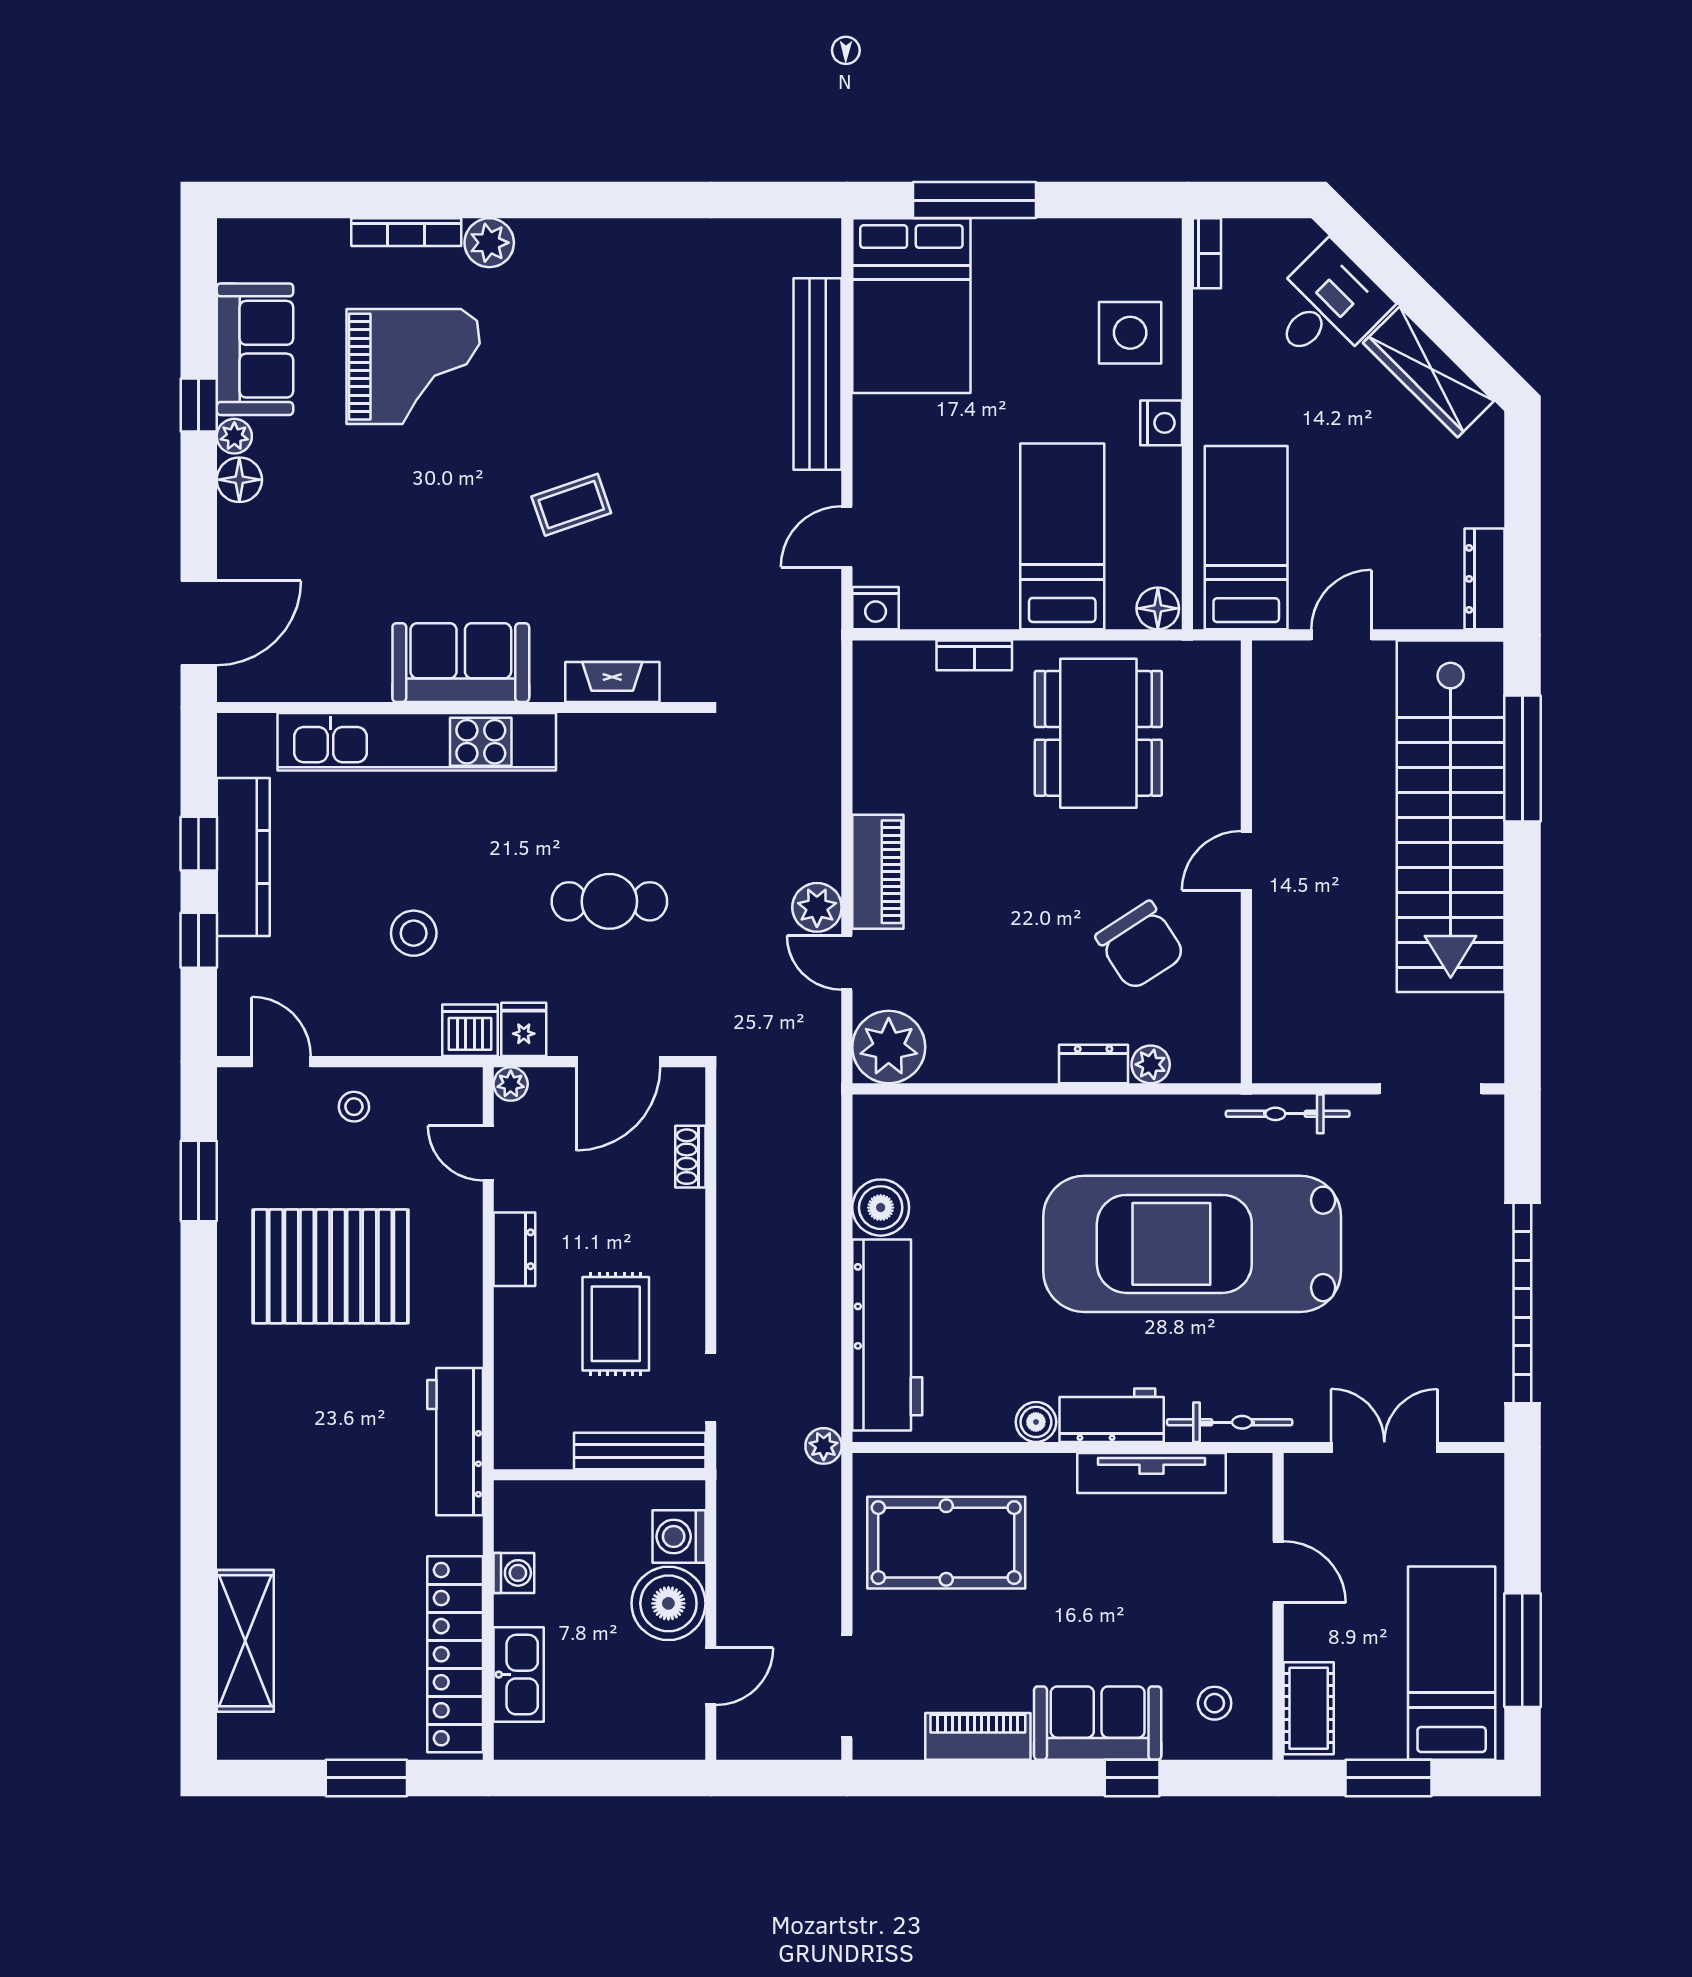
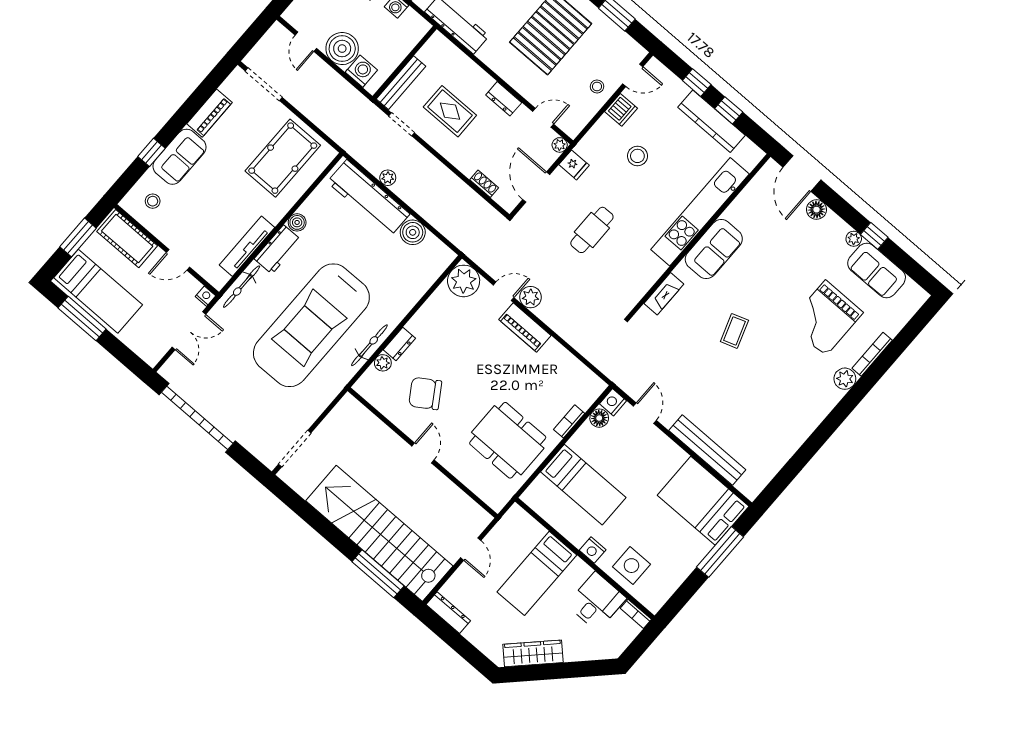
desk: (1327, 306) -> (596, 601), moved, turned -135
floor lamp: (239, 480) -> (816, 210), moved
bed: (1246, 538) -> (537, 573), moved, turned 90
floor lamp: (1158, 608) -> (599, 418), moved
dishwasher: (470, 1030) -> (621, 110), moved
bicycle: (1288, 1114) -> (369, 345), moved
car: (1192, 1244) -> (311, 325), turned 180
plant: (824, 1446) -> (388, 178), moved
nightstand: (1300, 1470) -> (205, 296), added
cot: (1309, 1708) -> (127, 239), width x1.37, depth x1.34

